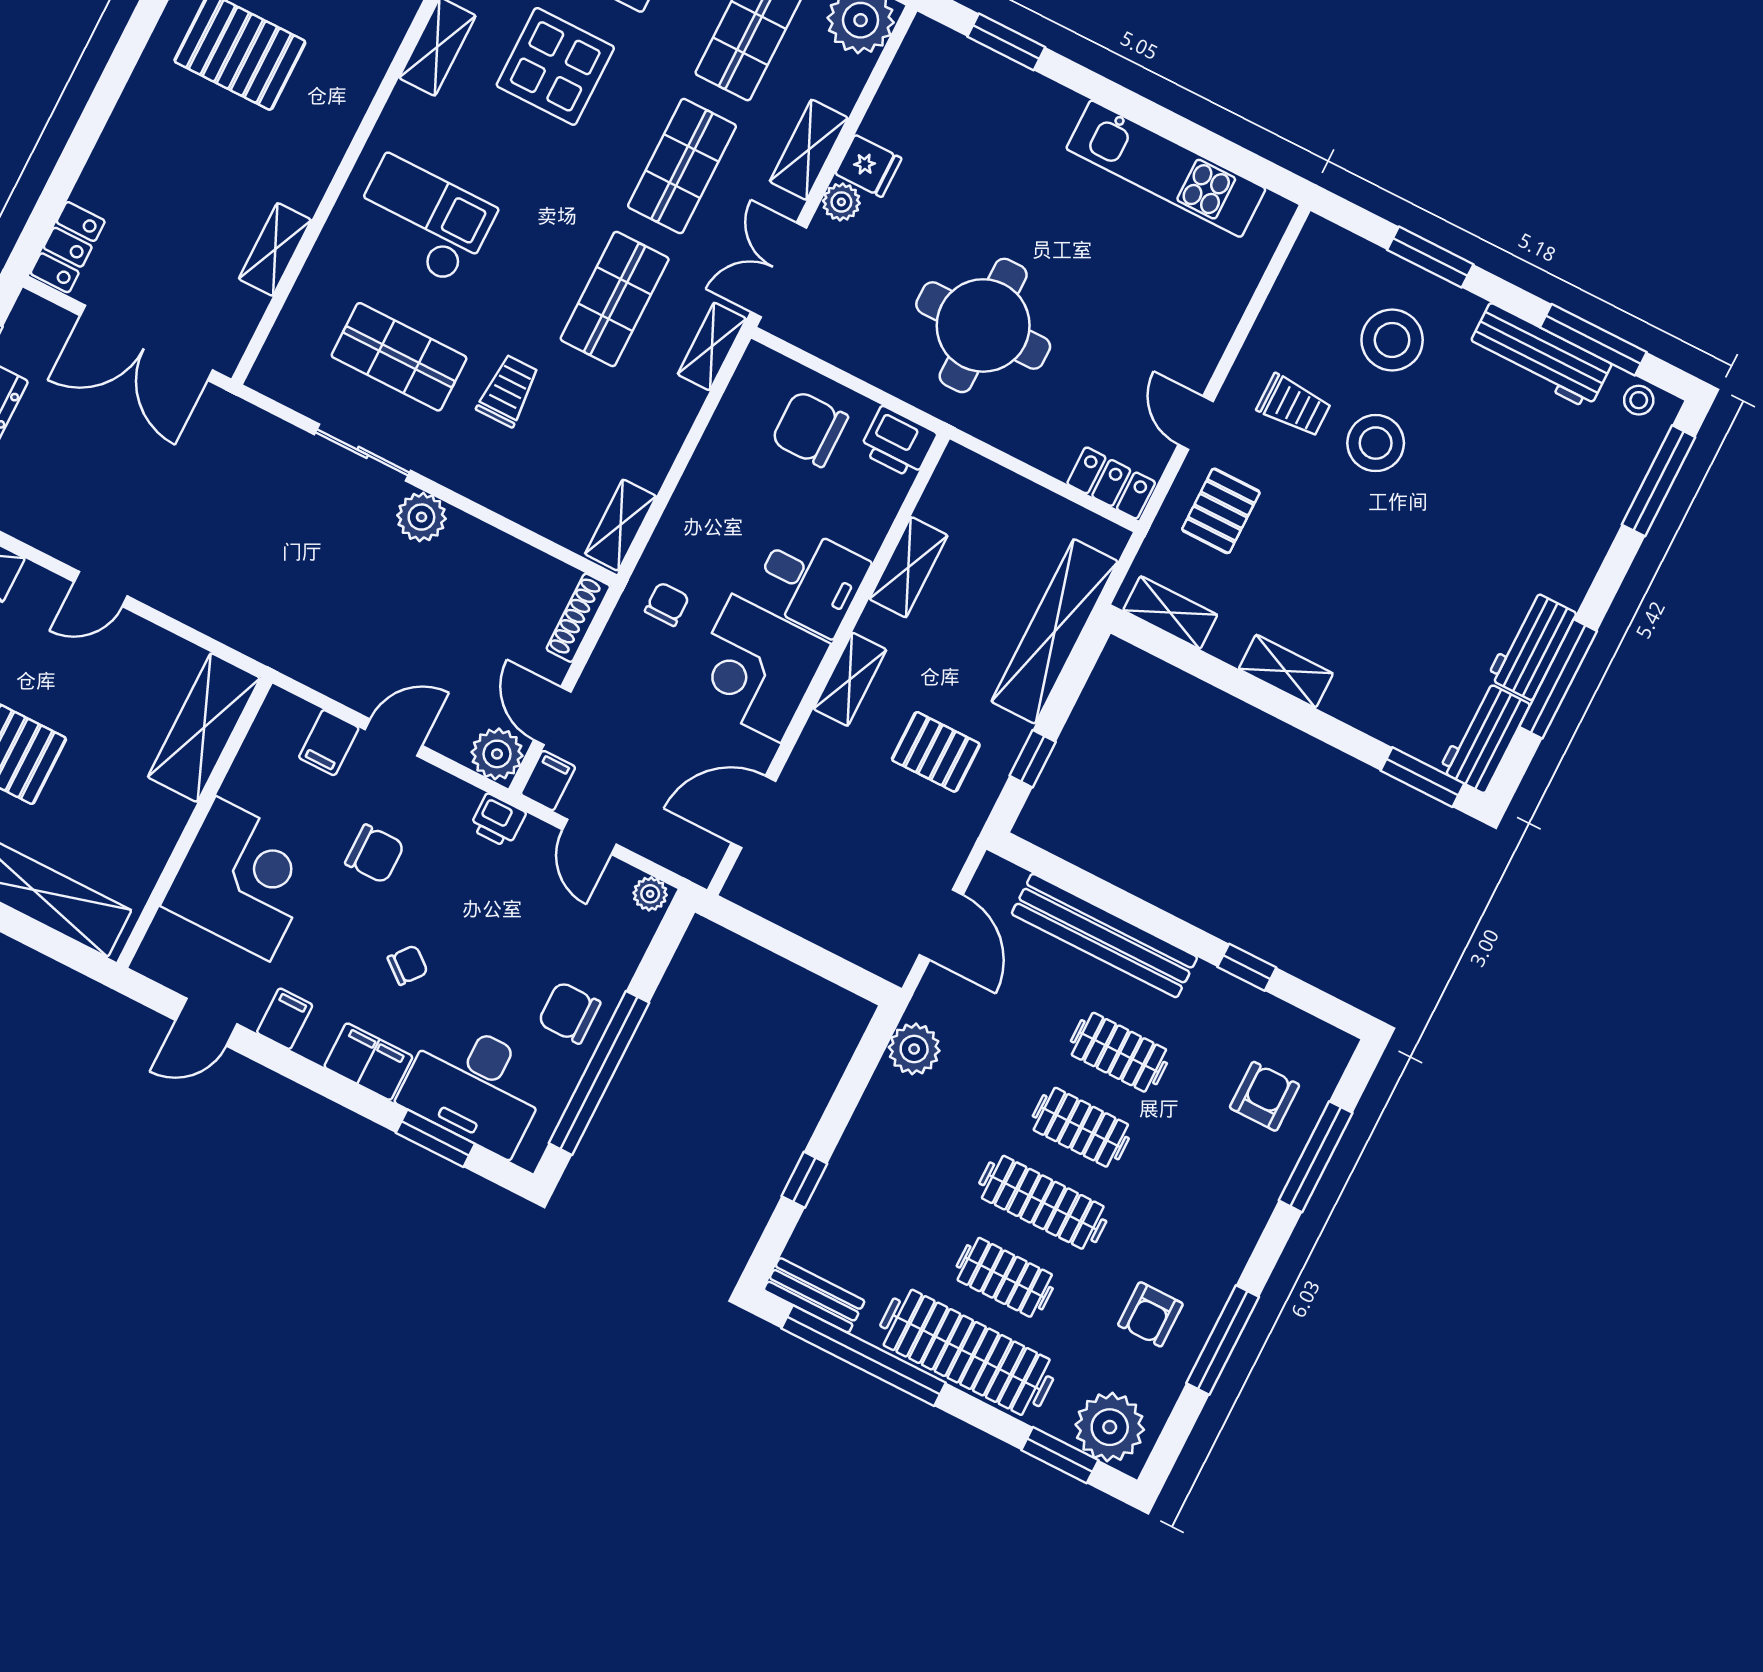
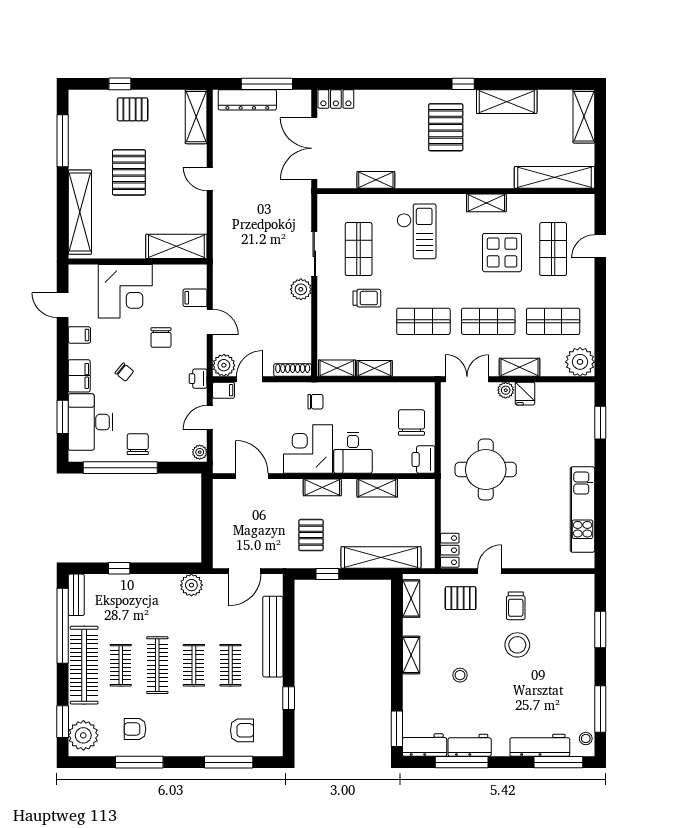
stool: (1392, 340) -> (460, 675), moved, width x0.53, depth x0.53
shelving: (712, 347) -> (374, 368), moved
workbench: (1540, 356) -> (540, 745), moved, turned 90

